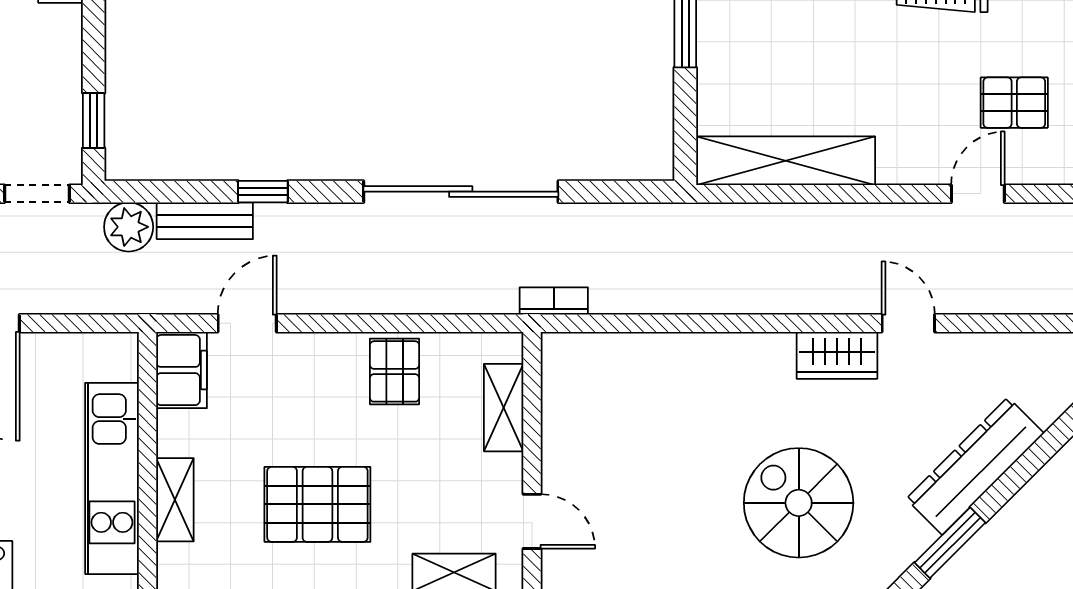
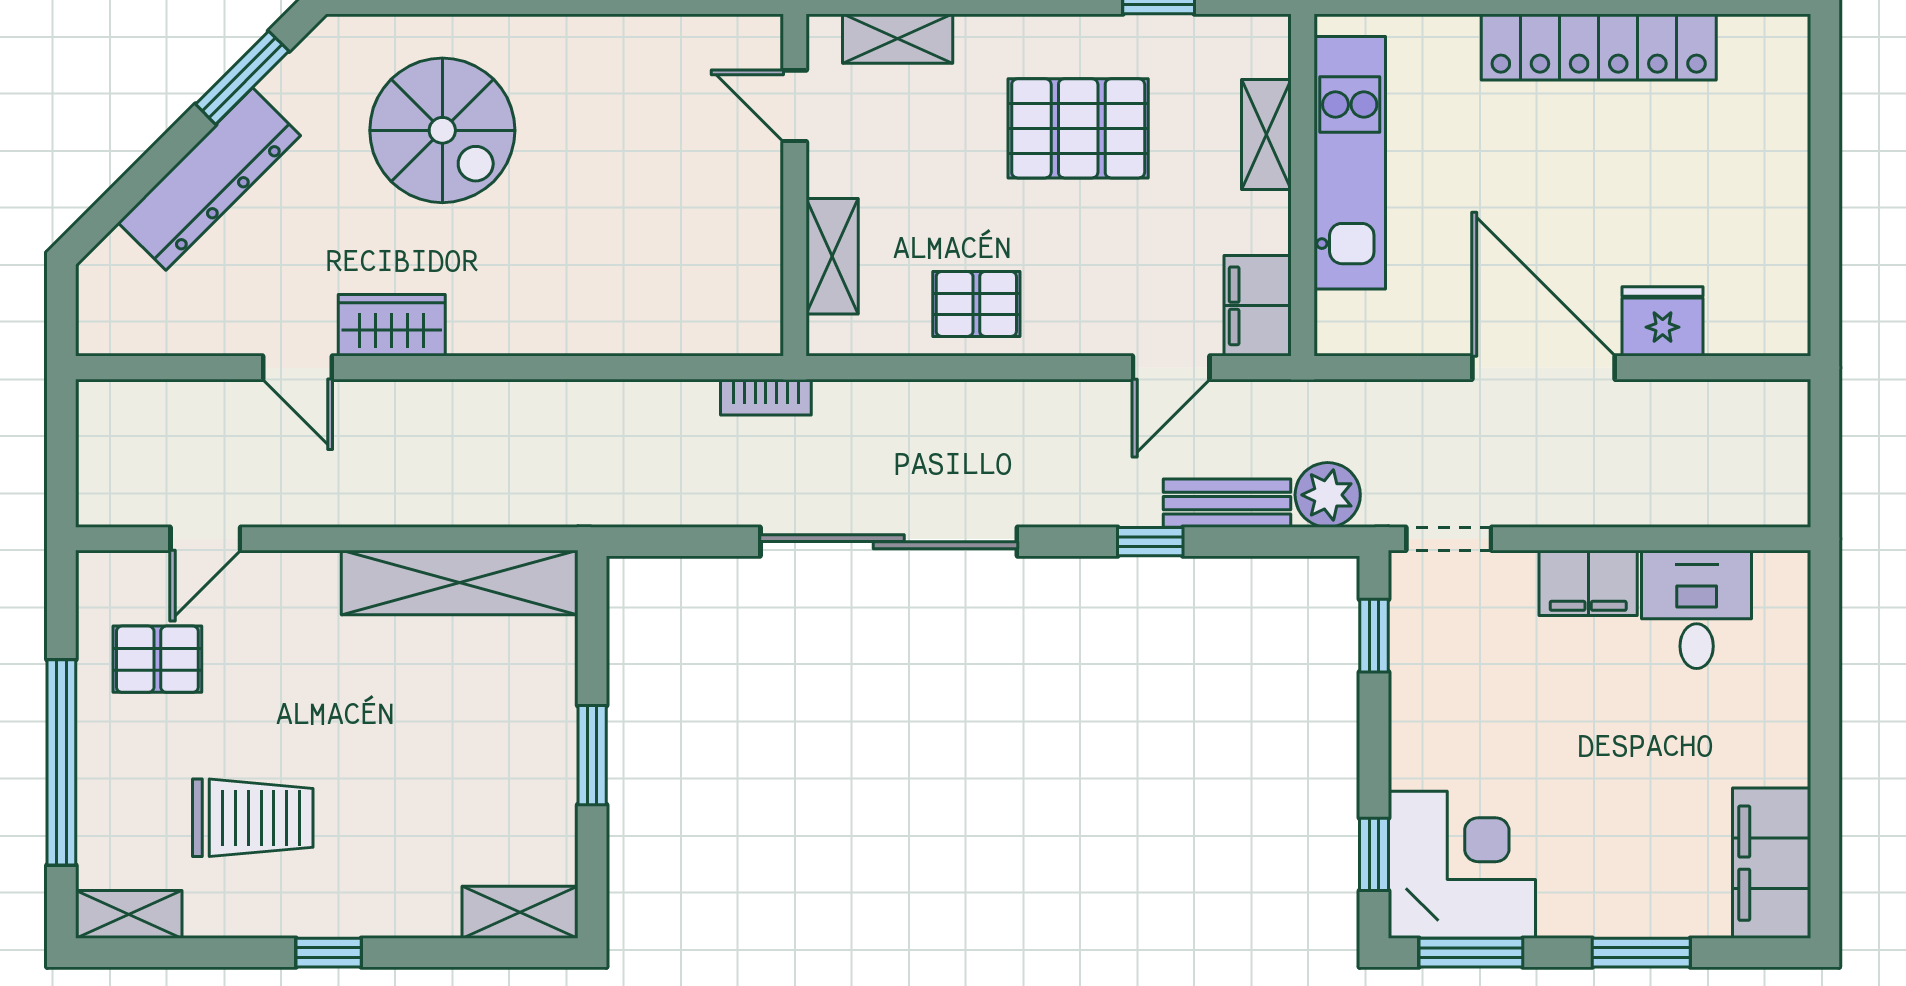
pallet: (394, 371) -> (976, 304), turned 90

